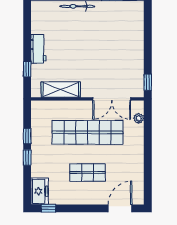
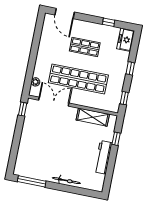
workbench: (38, 49) -> (103, 157), width x1.38
window: (27, 136) -> (124, 98), moved
window: (48, 208) -> (109, 22), moved
door: (120, 208) -> (65, 13), hinge flipped

